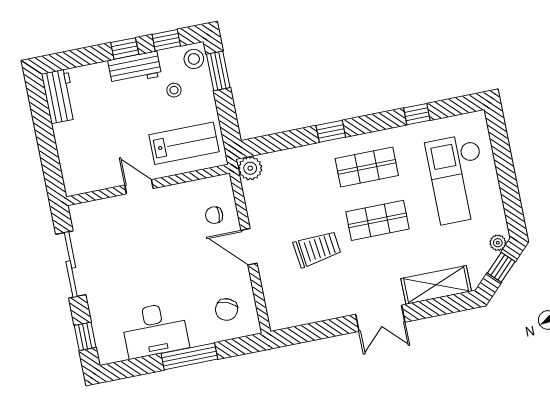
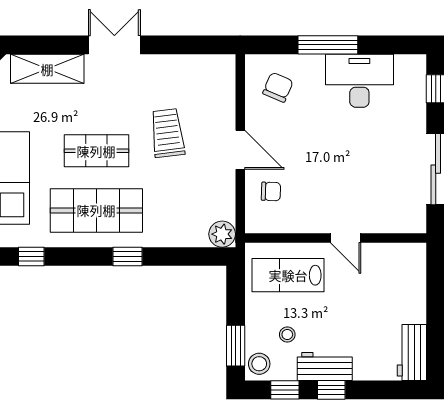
shop shelf: (367, 167) -> (96, 210), width x1.43, depth x1.36
trolley: (317, 249) -> (167, 133), turned 90

